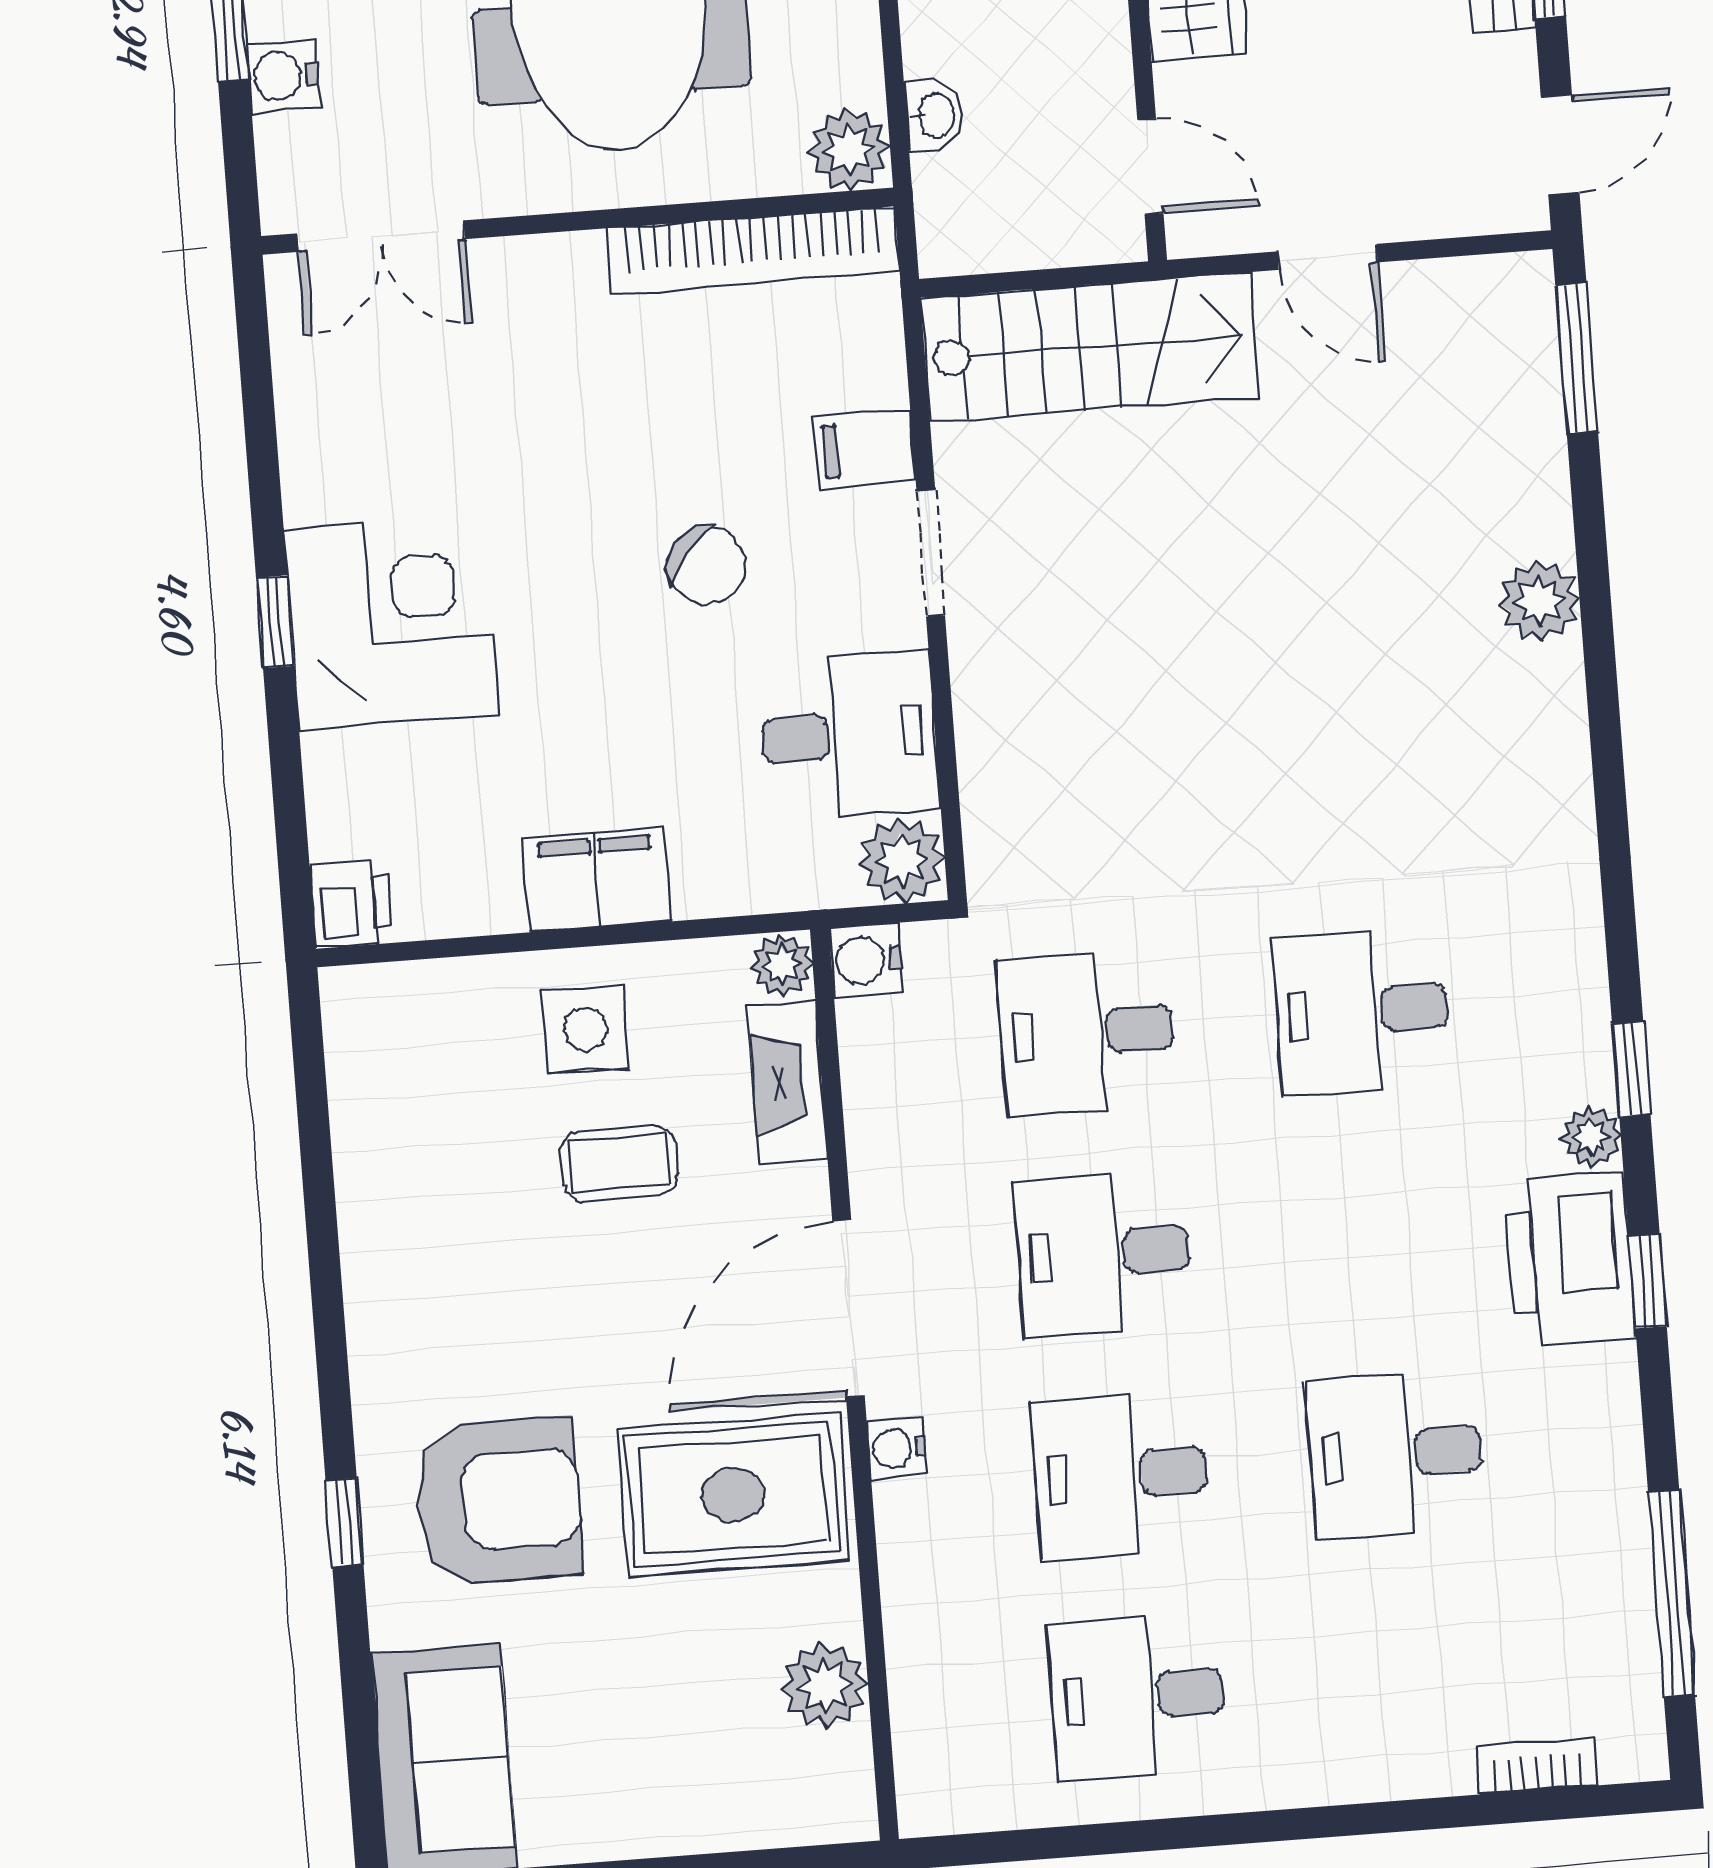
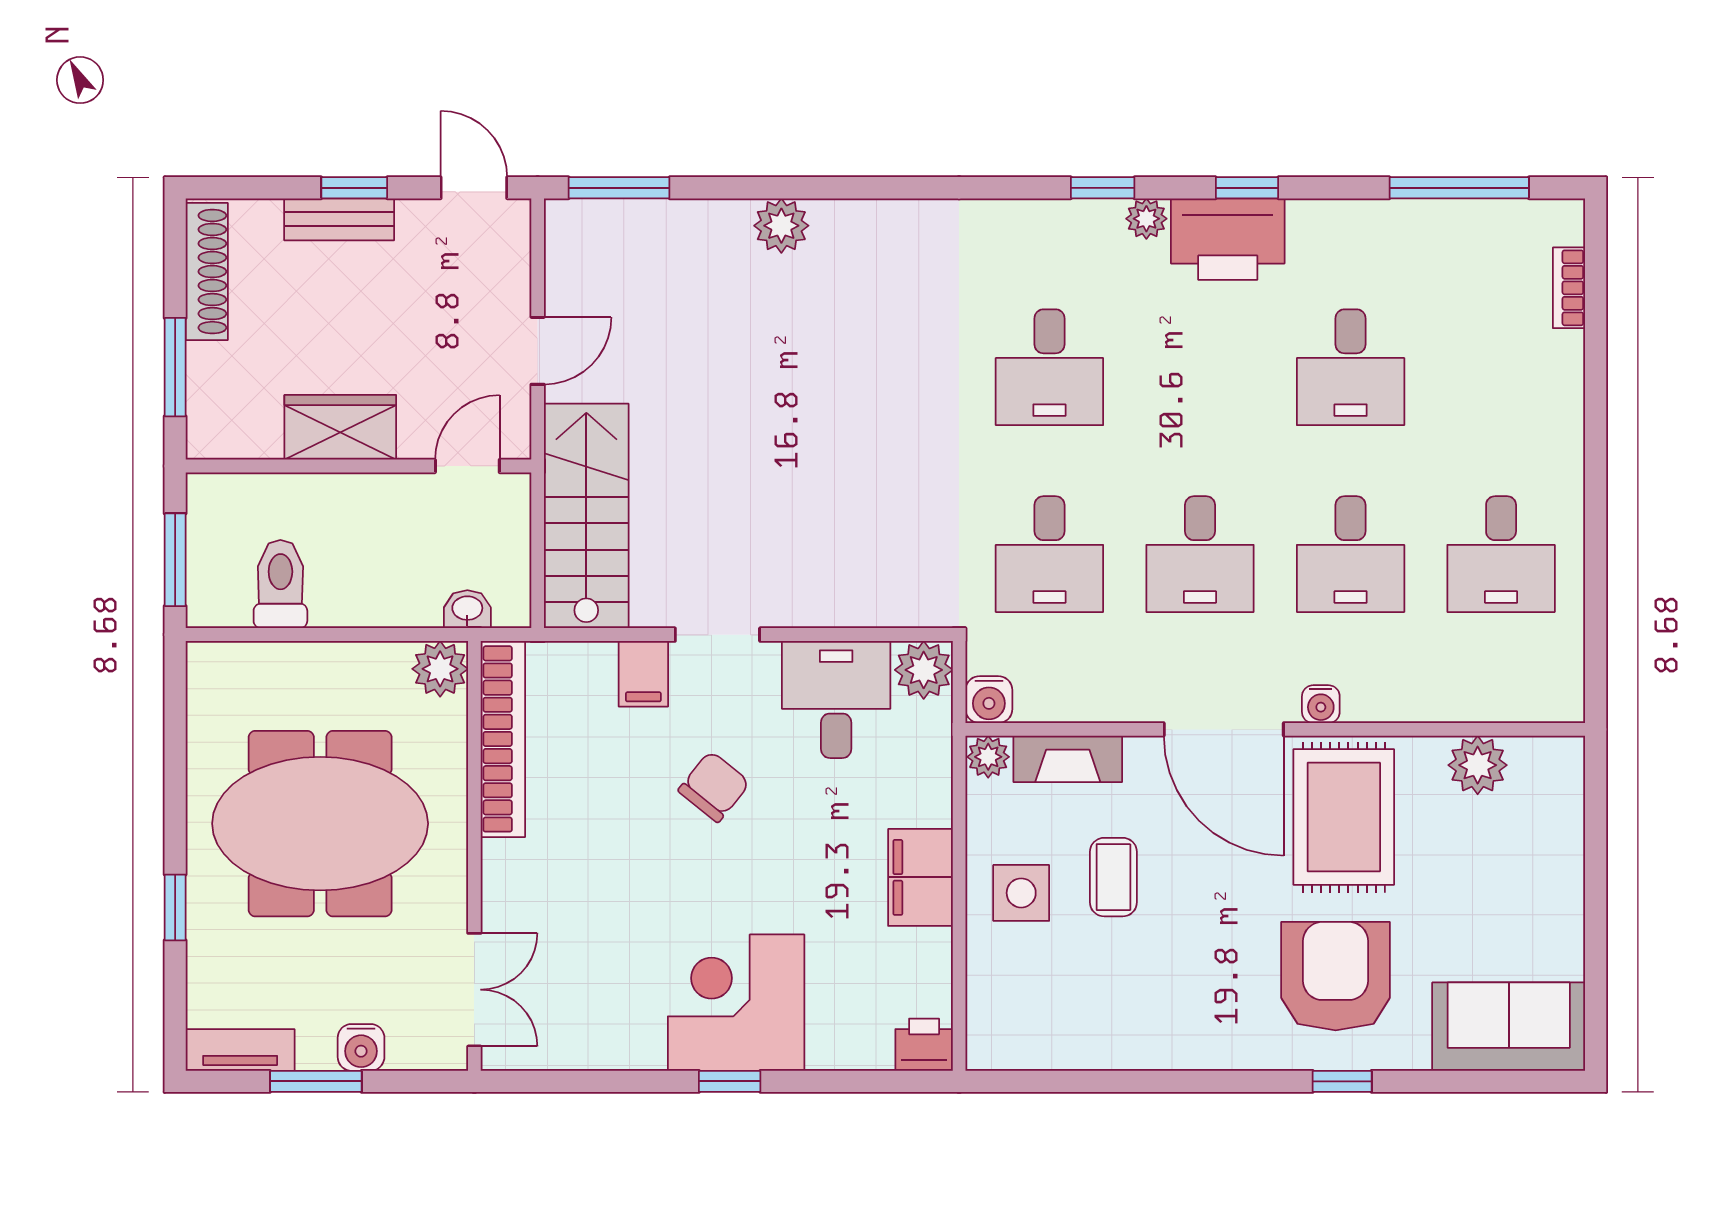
washbasin: (935, 115) -> (467, 609), moved

